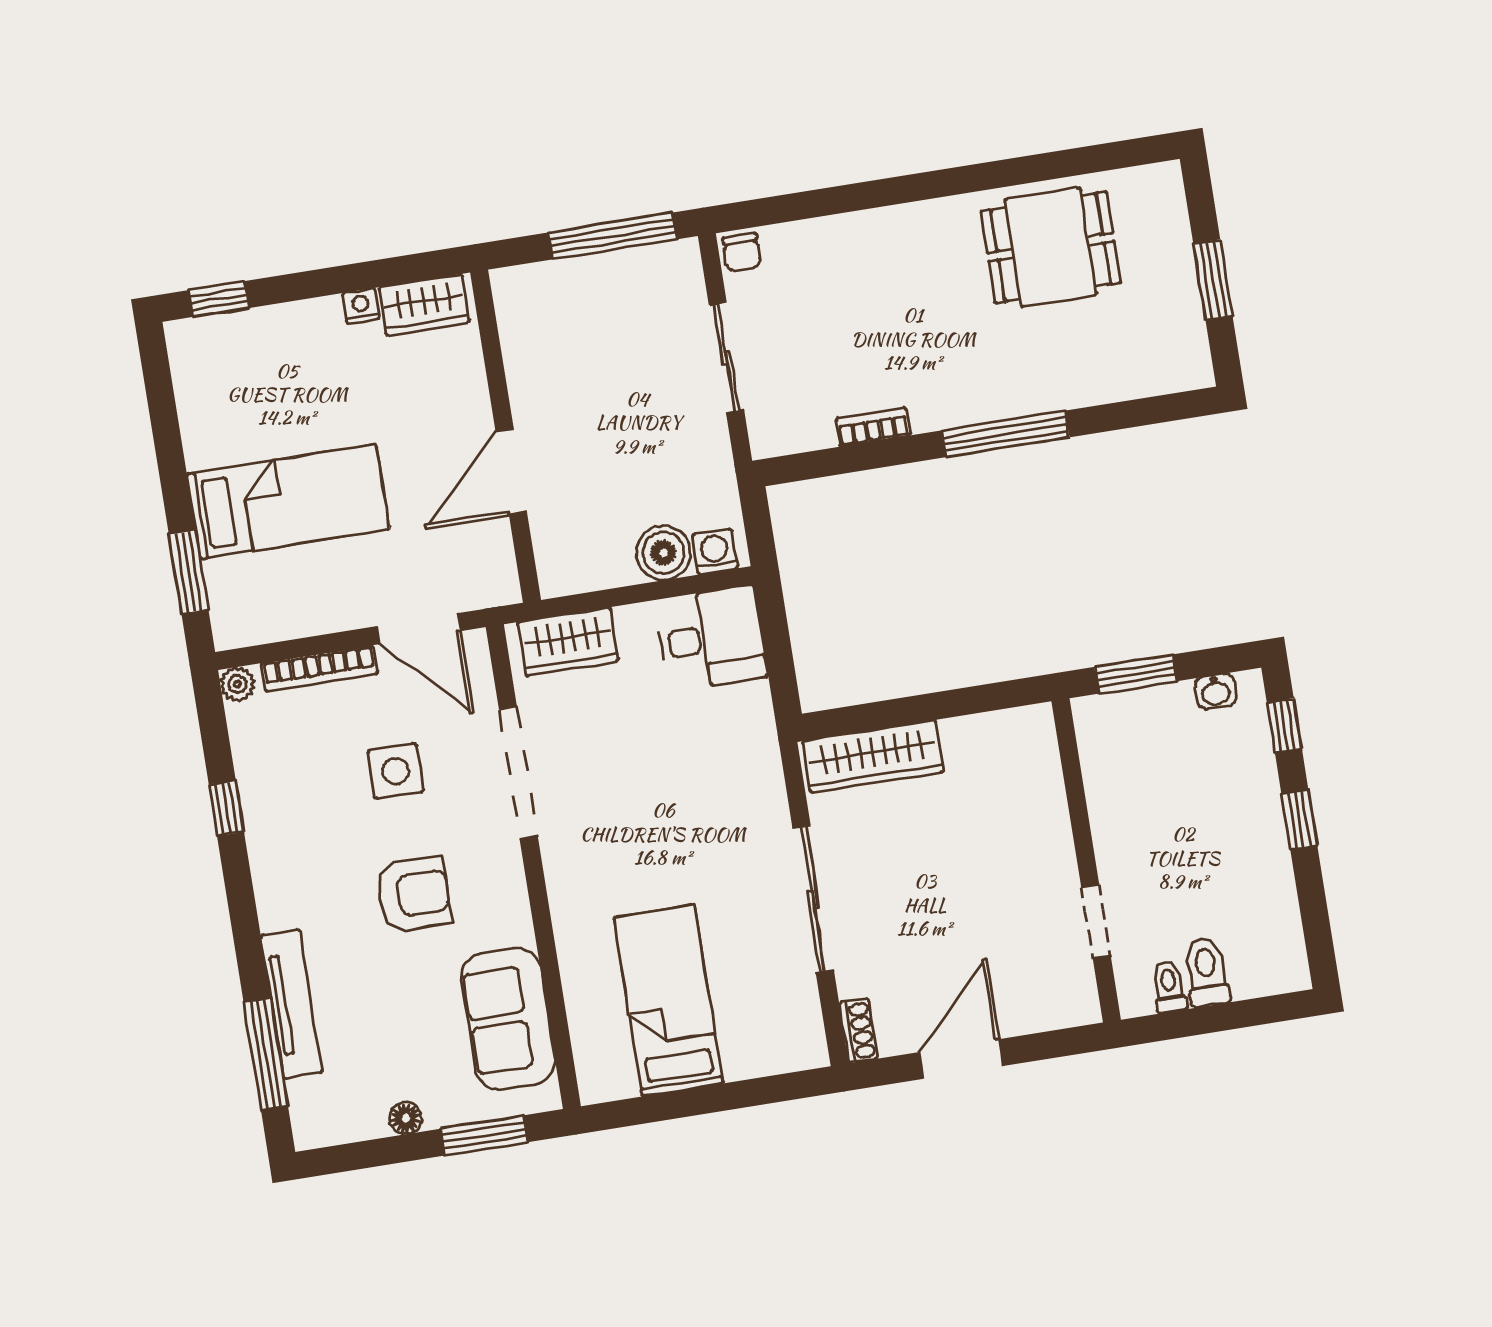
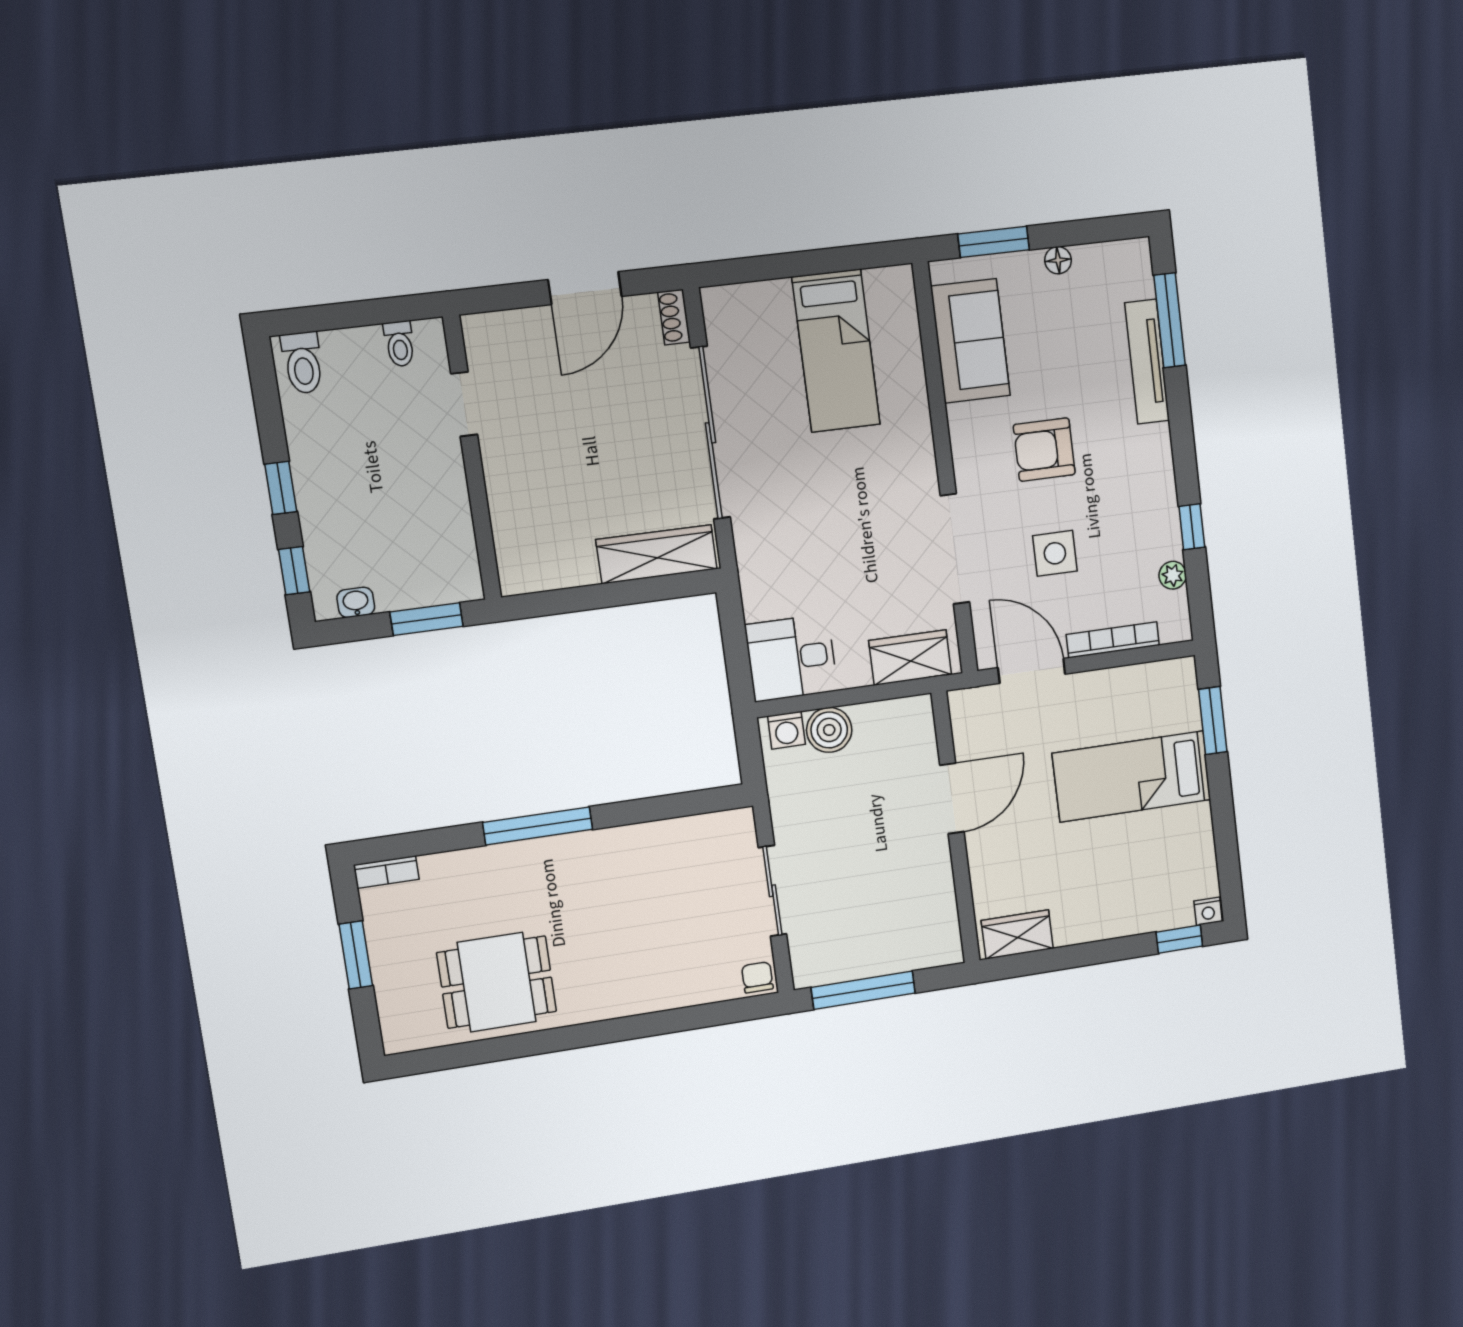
nightstand: (361, 306) -> (1208, 911), moved
bookcase: (873, 427) -> (386, 872), moved
plant: (237, 684) -> (1173, 575), moved
sliding door: (813, 900) -> (710, 433), width x1.36
toilet: (1207, 972) -> (303, 363), moved

